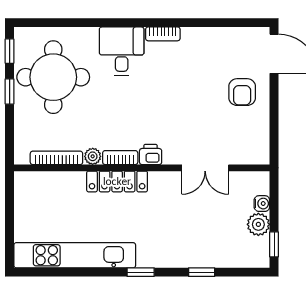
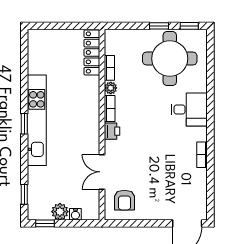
bookcase: (163, 34) -> (202, 155), moved
armchair: (242, 92) -> (124, 200), moved, turned -90
bookcase: (56, 158) -> (109, 68), width x0.64
locker: (117, 181) -> (92, 52), moved
kitchen unit: (75, 255) -> (37, 120), moved
window: (202, 272) -> (24, 194), moved

